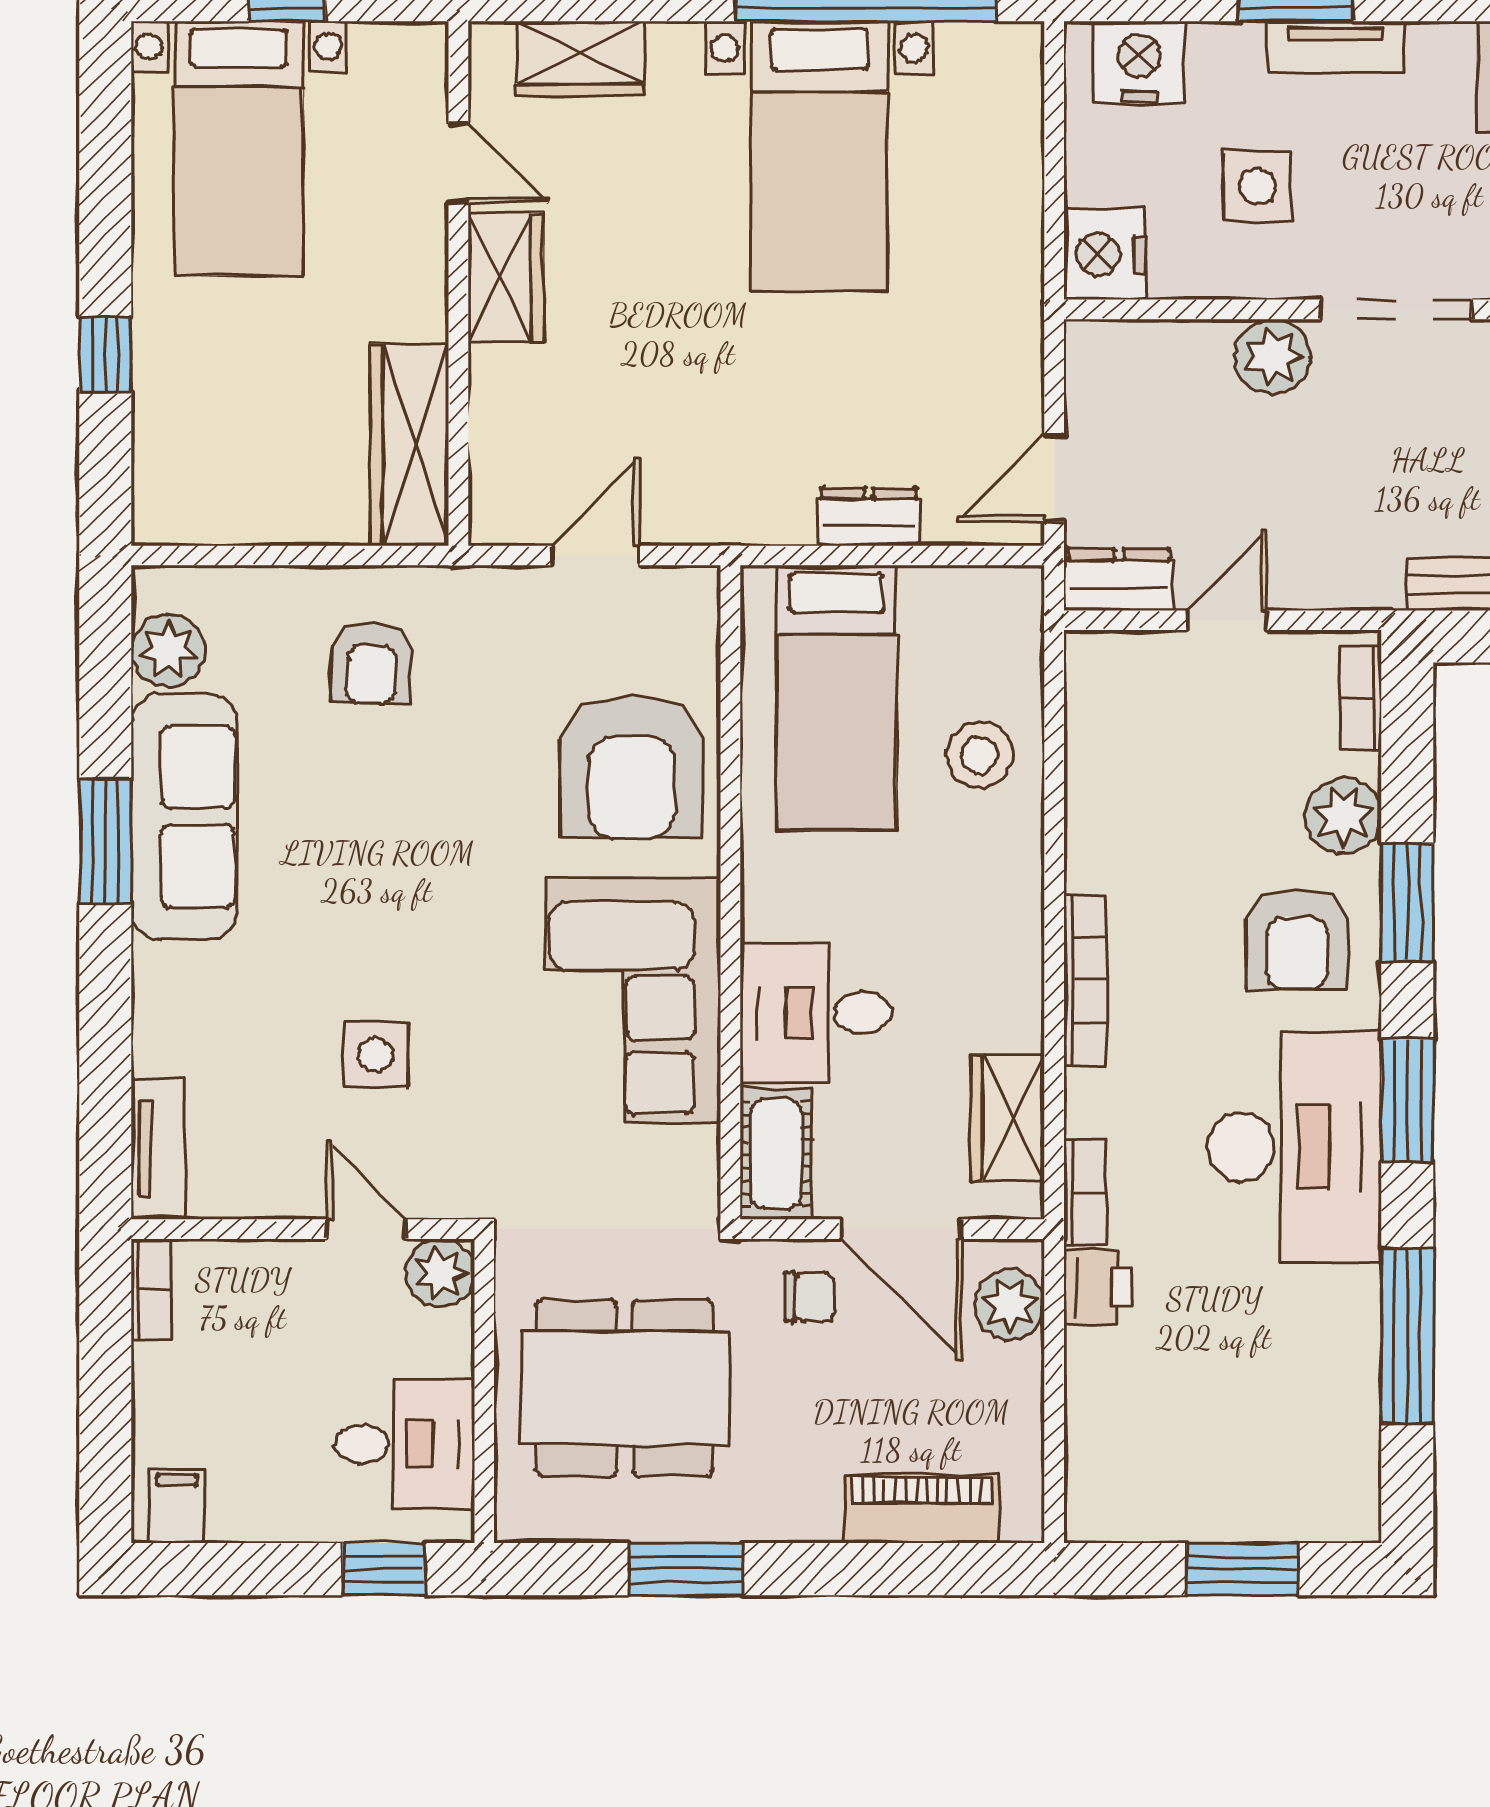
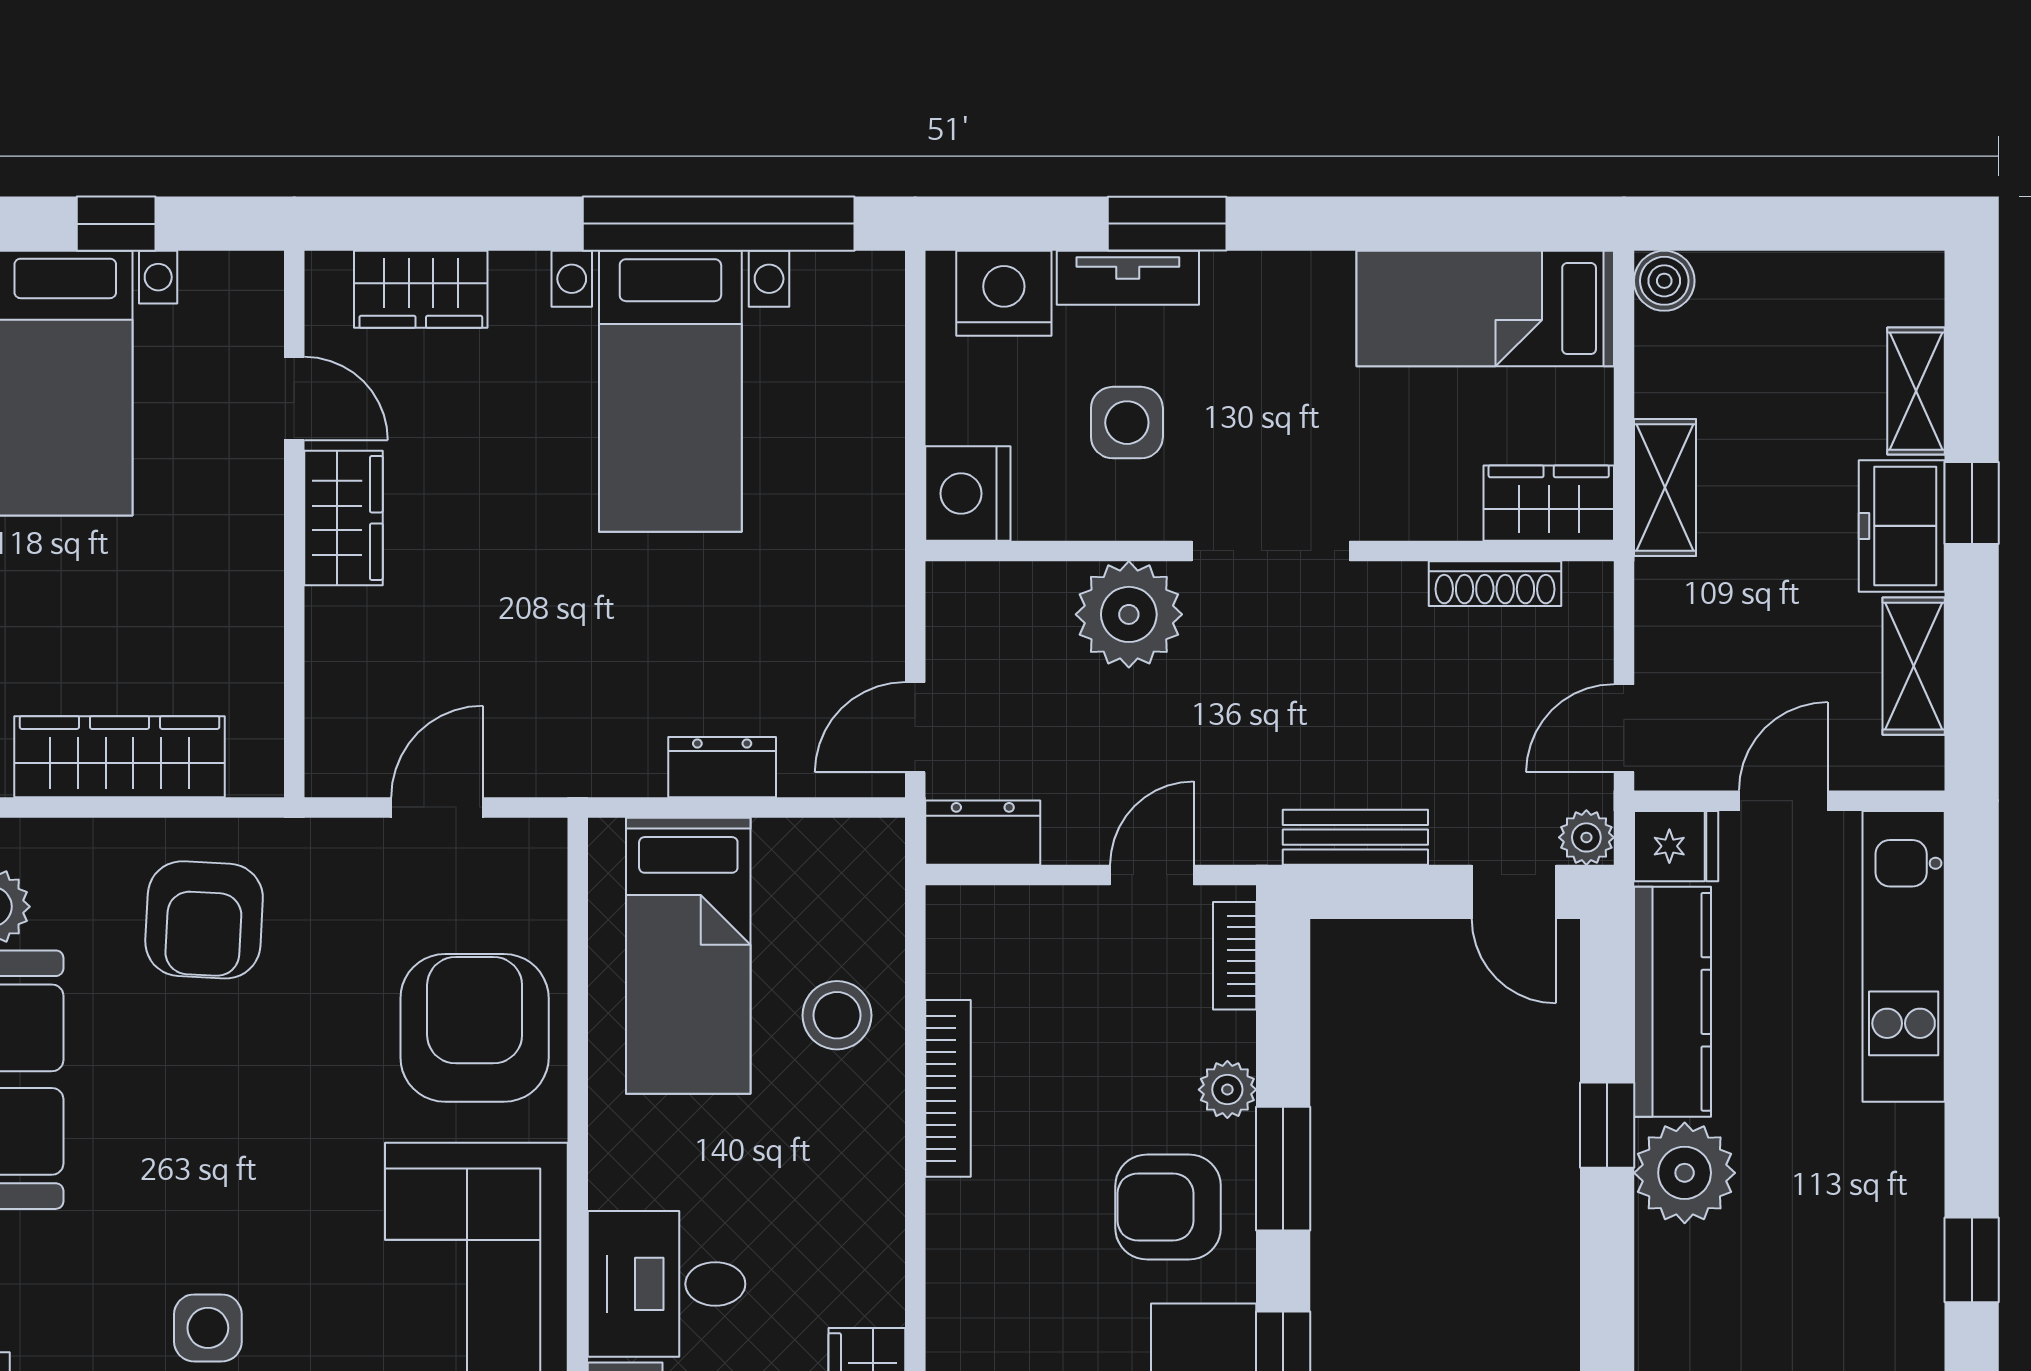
tv unit: (1335, 47) -> (1128, 278), moved
plant: (1273, 357) -> (1129, 614), width x1.36, depth x1.36
wardrobe: (410, 445) -> (120, 757), moved, turned 90
door: (1227, 620) -> (1152, 875), moved
armchair: (372, 663) -> (204, 920), width x1.38, depth x1.38
armchair: (631, 767) -> (475, 1028), turned 180
plant: (1343, 816) -> (1227, 1090), width x0.73, depth x0.73
armchair: (1297, 939) -> (1168, 1207), turned 90
bookcase: (1086, 980) -> (948, 1088), moved

